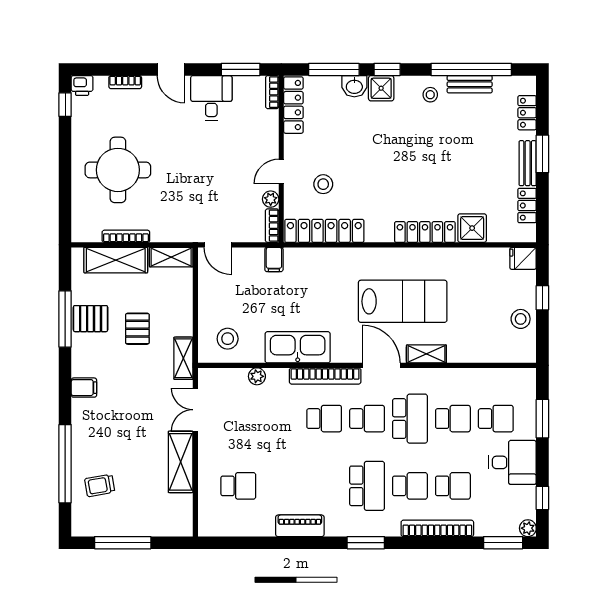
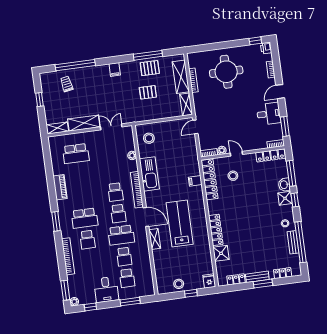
filing cabinet: (274, 259) -> (195, 181), moved
lab bench: (403, 301) -> (180, 224), turned 180
pallet: (91, 319) -> (150, 68), turned 90
shelving: (183, 358) -> (57, 128), moved
door: (381, 365) -> (146, 217), hinge flipped
school desk: (238, 486) -> (76, 154), width x1.85
school desk: (453, 486) -> (90, 261), removed
window: (123, 543) -> (39, 99), width x0.46

